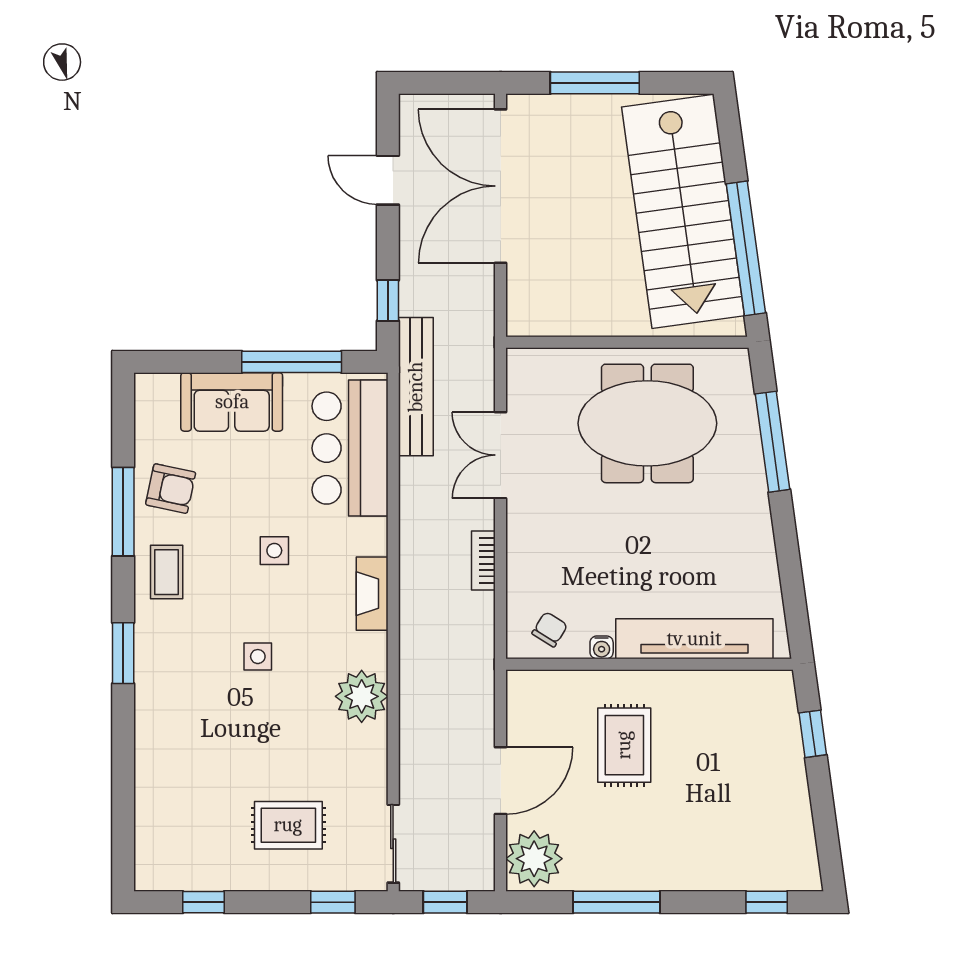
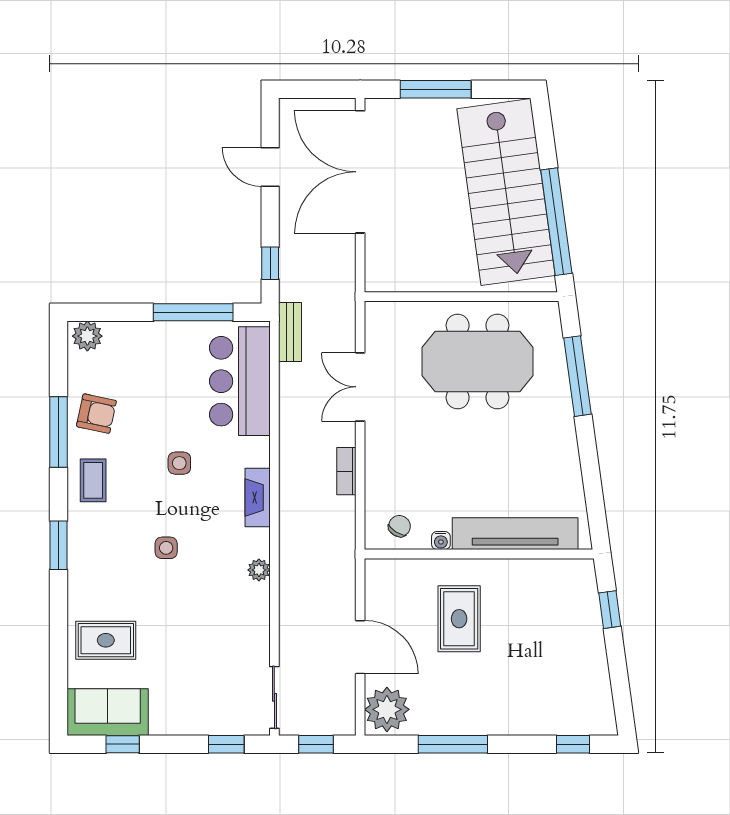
bench: (416, 387) -> (290, 332), width x0.54, depth x0.82
plant: (159, 392) -> (87, 336), added
sofa: (232, 402) -> (108, 712), moved, turned 180
plant: (362, 696) -> (259, 570), width x0.53, depth x0.53
door: (501, 781) -> (360, 647), hinge flipped
rug: (288, 825) -> (106, 640), moved

